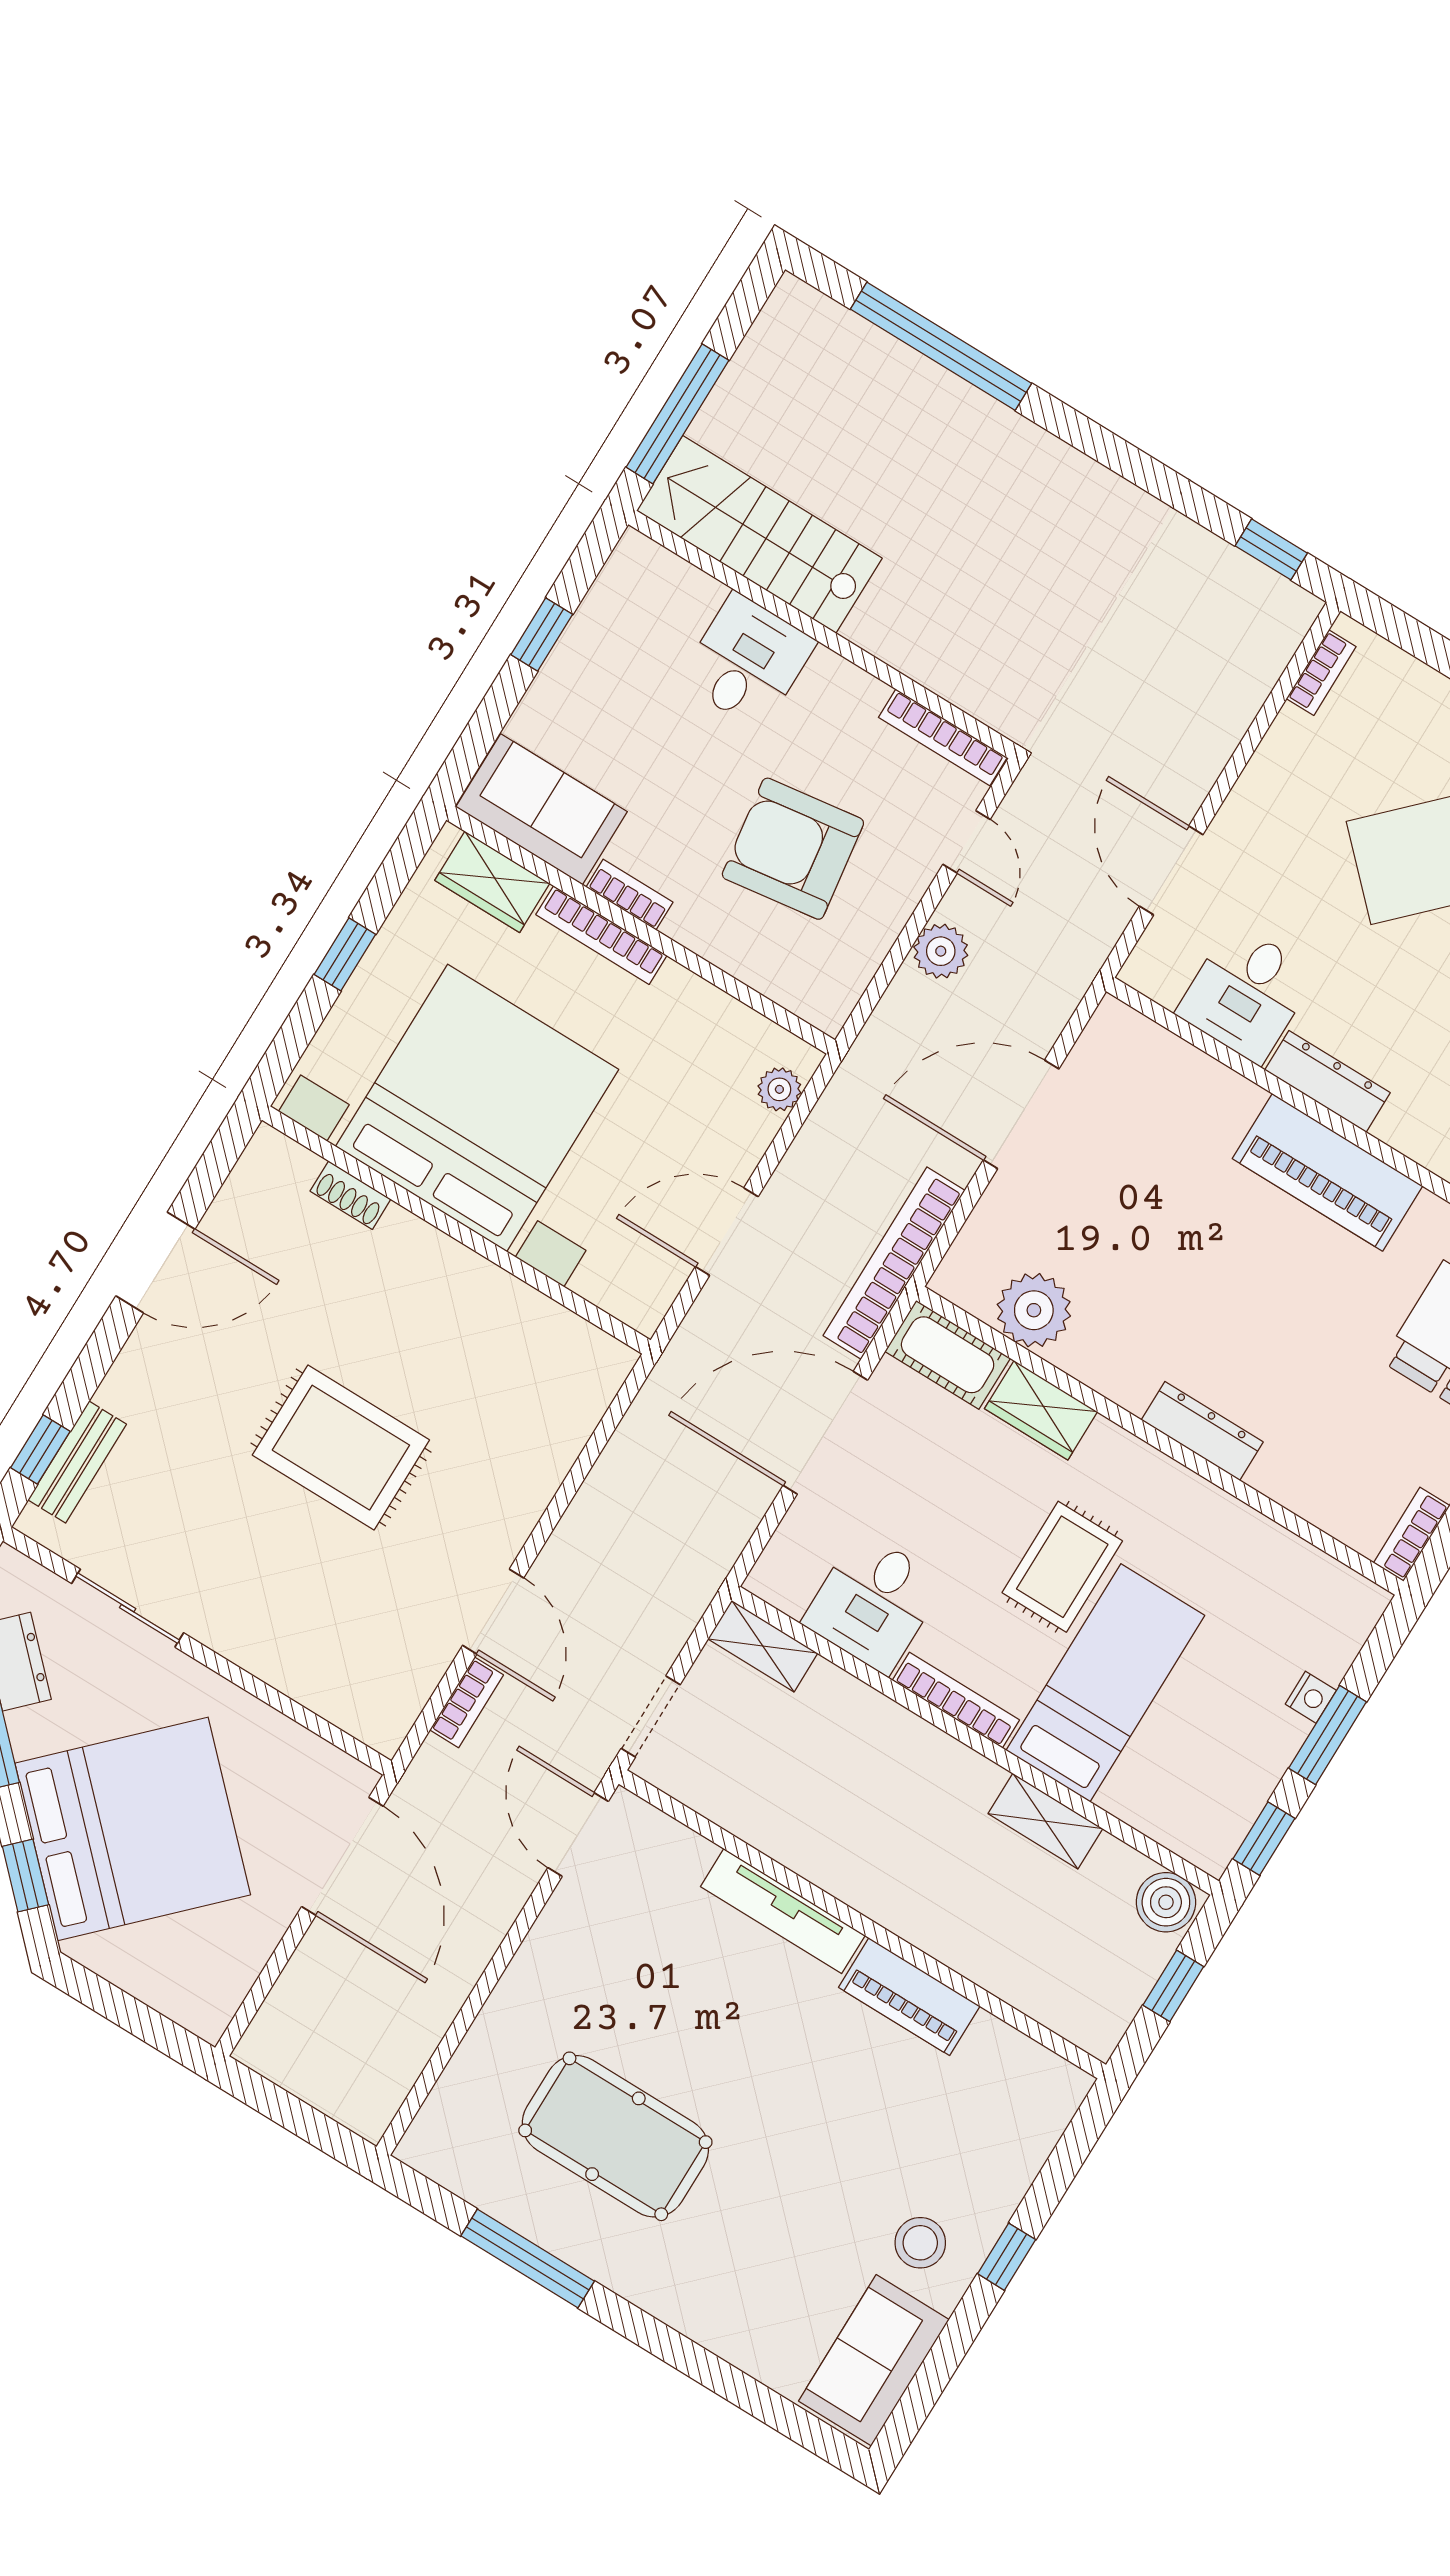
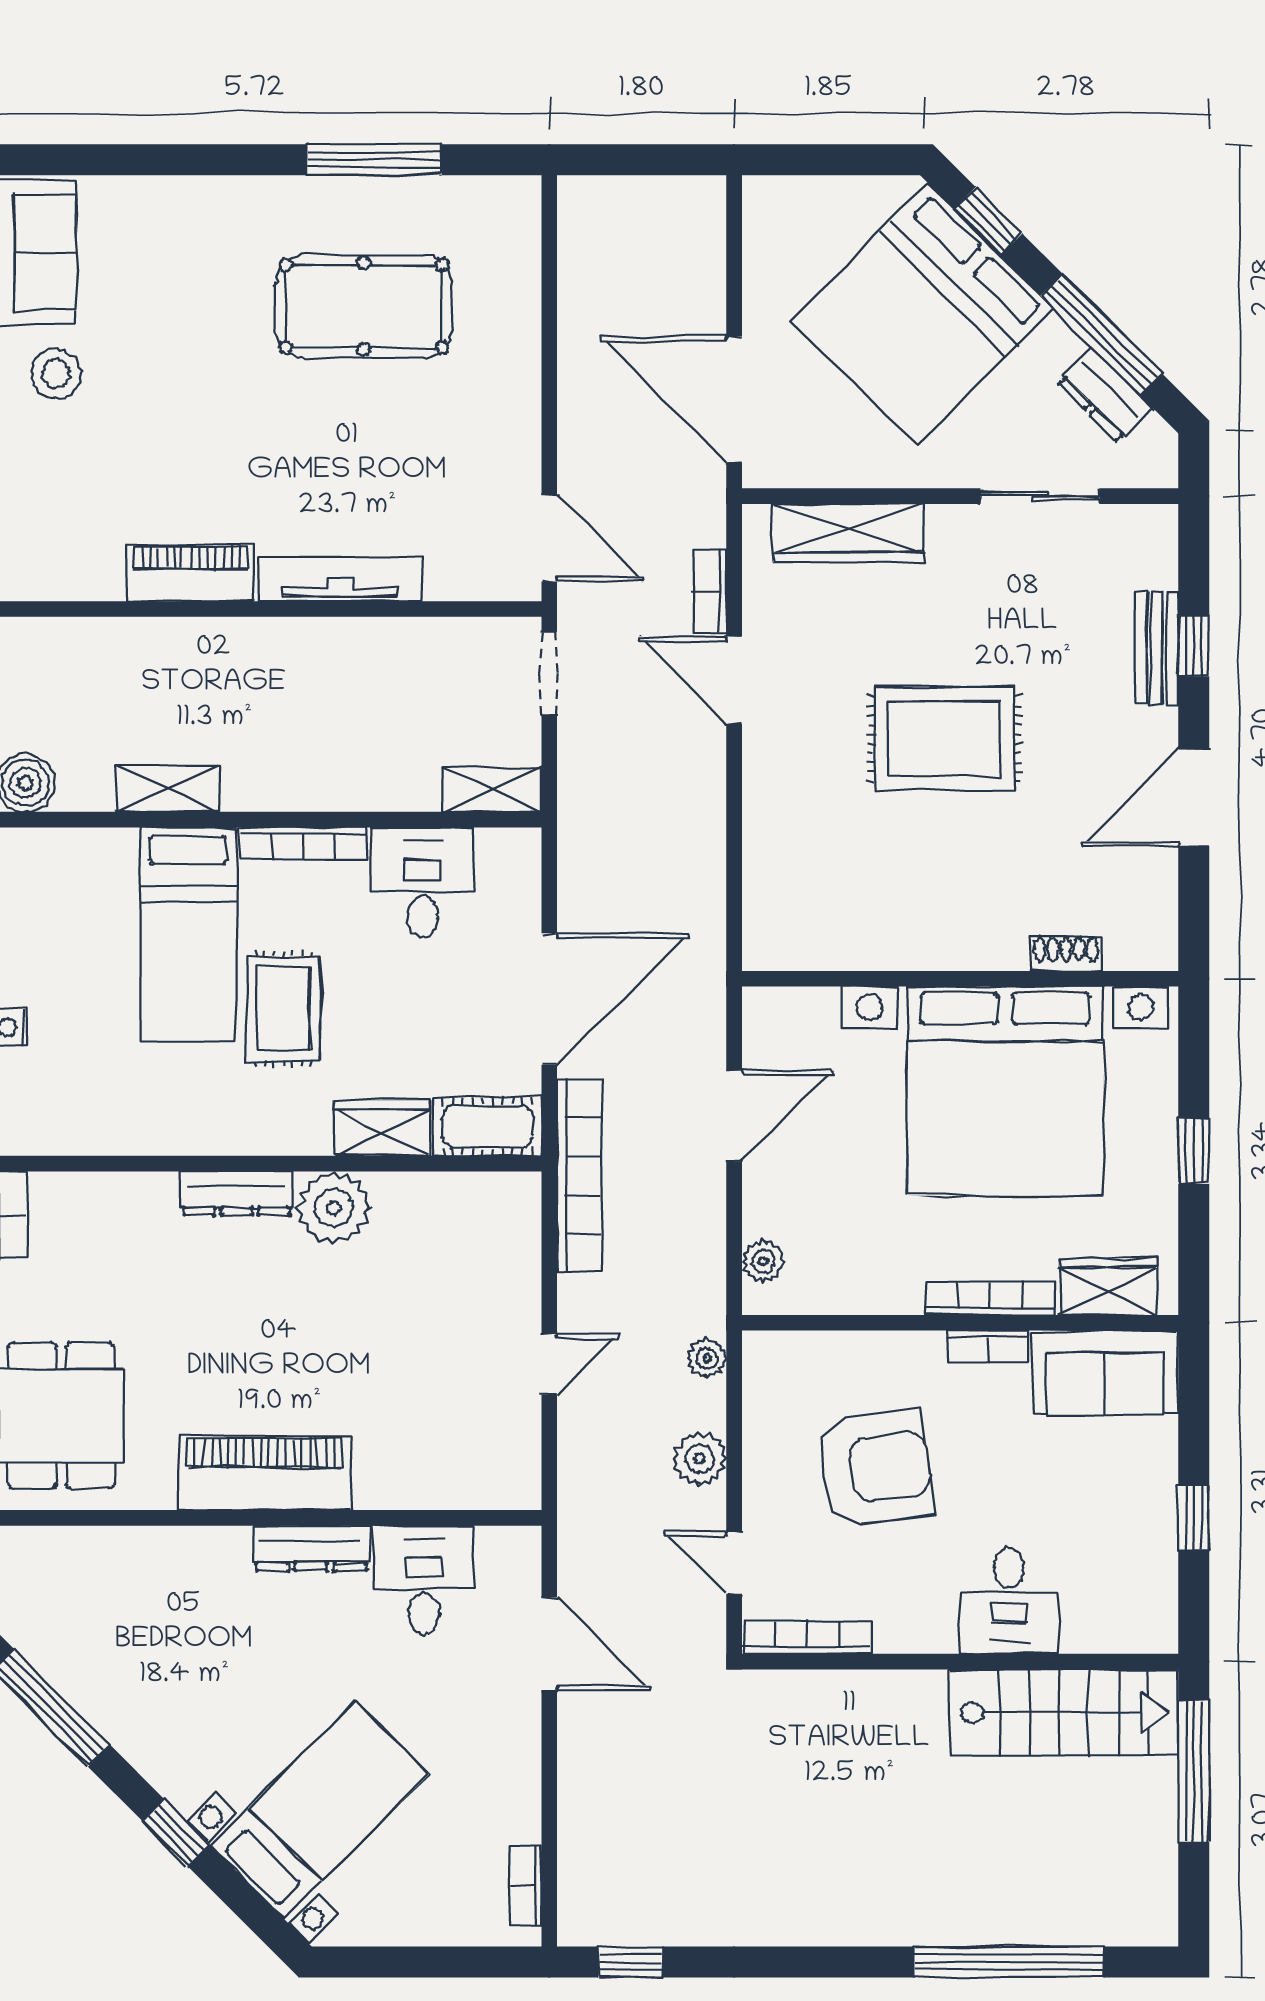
plant: (881, 1035) -> (707, 1359), added
door: (1021, 1114) -> (549, 1364), width x0.53
plant: (1034, 1310) -> (334, 1208), moved
window: (40, 1450) -> (1194, 646), moved
bench: (77, 1462) -> (1157, 648), moved
wardrobe: (314, 1678) -> (849, 533), added

